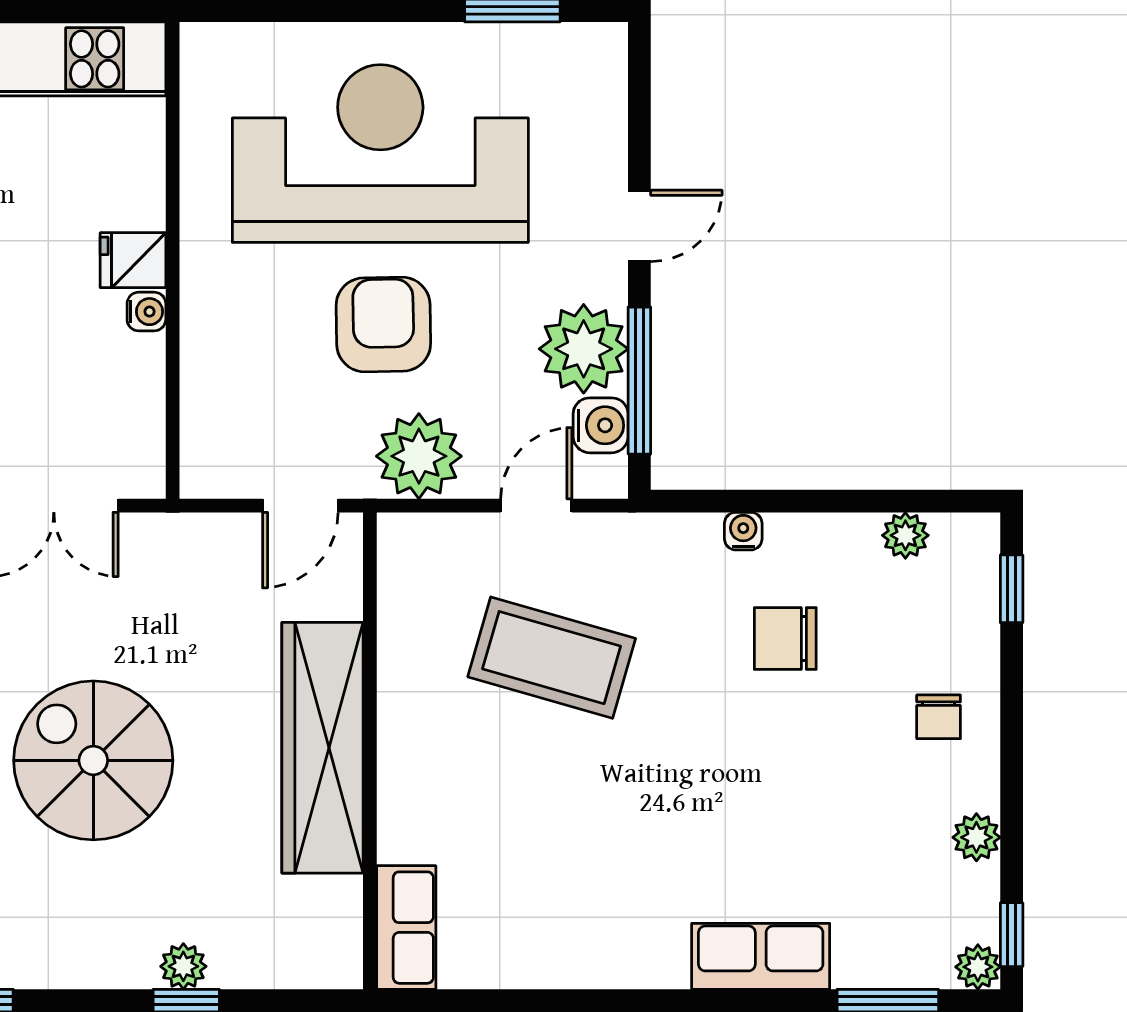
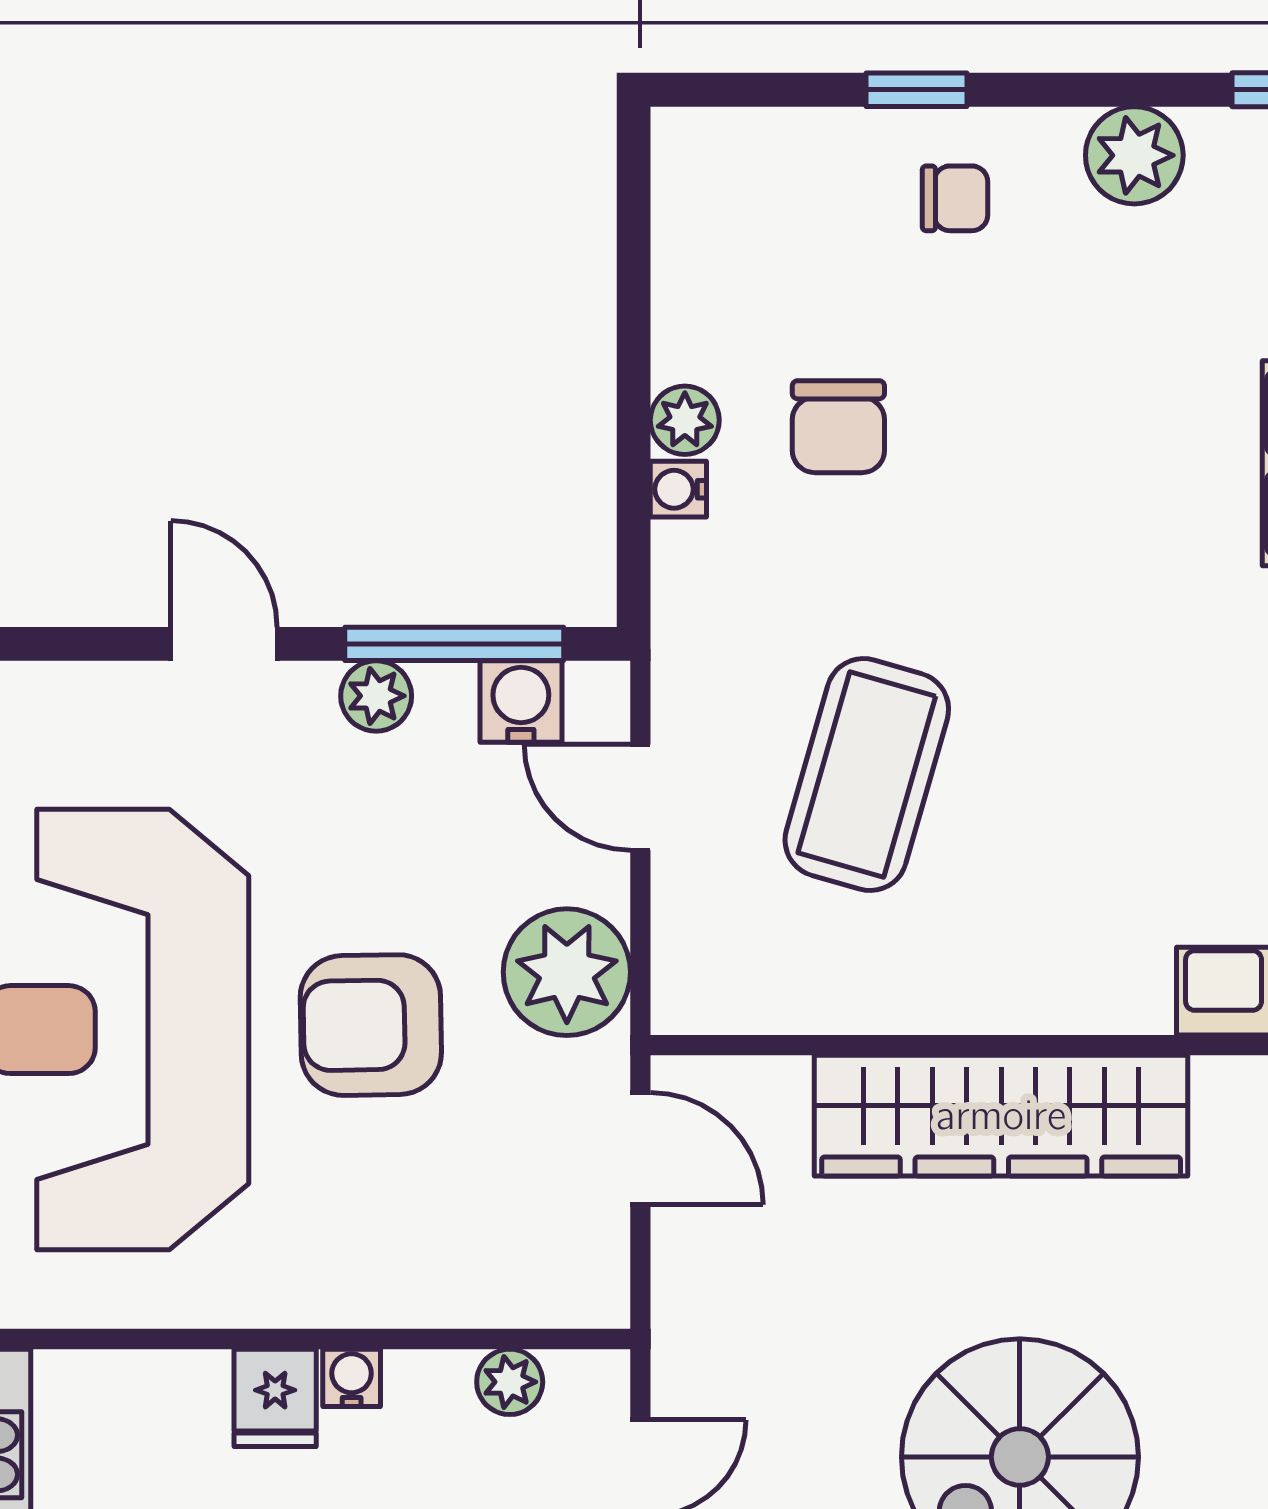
plant: (584, 349) -> (376, 696), width x0.53, depth x0.53
plant: (144, 418) -> (510, 1382), added
plant: (905, 535) -> (685, 420), moved
window: (1012, 589) -> (917, 90), moved
plant: (976, 837) -> (1134, 155), width x1.38, depth x1.38

